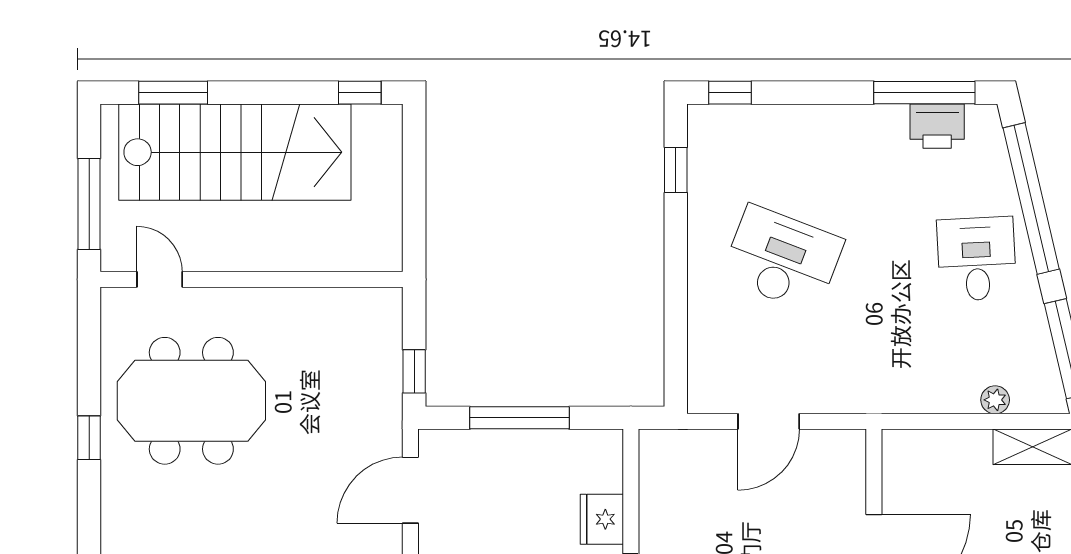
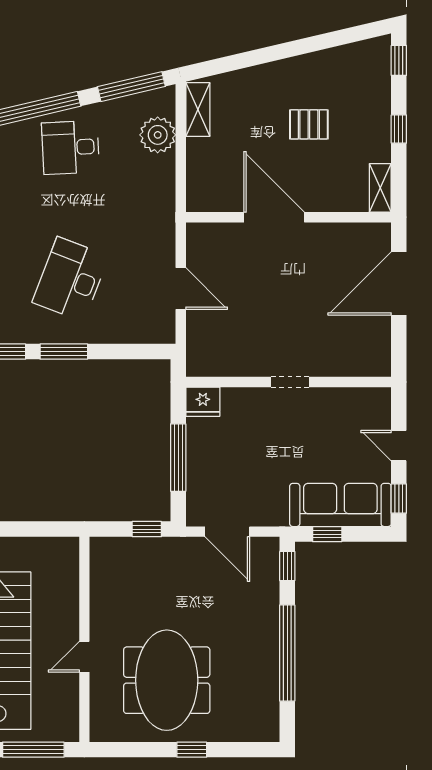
window: (676, 249) -> (64, 352), added
door: (160, 279) -> (84, 657), moved
plant: (995, 400) -> (158, 135), width x1.87, depth x1.87
fridge: (602, 519) -> (203, 402), moved

